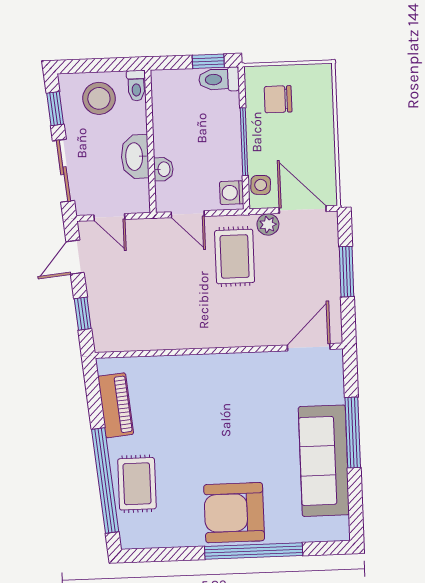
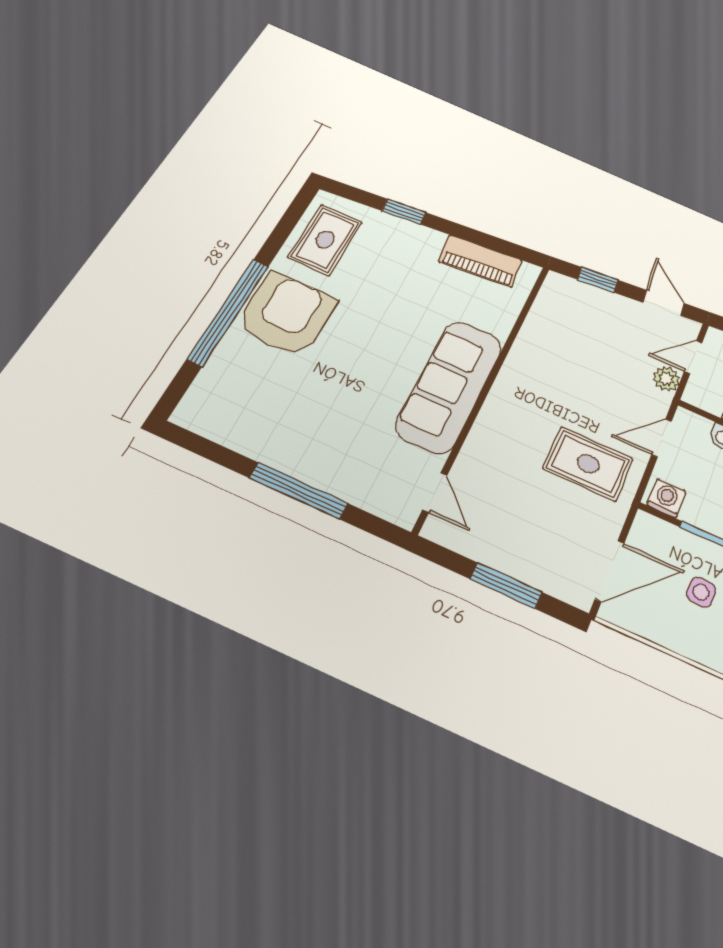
side table: (261, 185) -> (701, 592), moved
plant: (268, 224) -> (666, 379), moved
door: (309, 347) -> (435, 493), width x0.73
sofa: (324, 461) -> (450, 386), moved, turned -90
window: (105, 480) -> (404, 212), width x0.32
rug: (137, 484) -> (325, 240), moved, turned 90

